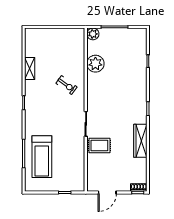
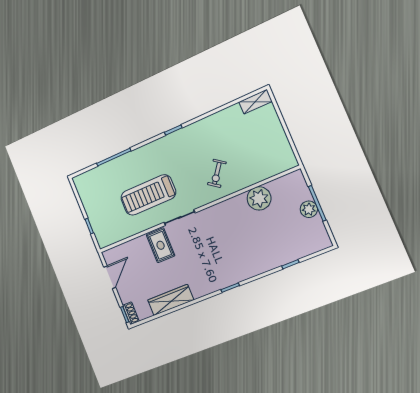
plant: (93, 34) -> (309, 209), moved
shelving: (30, 68) -> (255, 102), moved
wardrobe: (140, 141) -> (171, 300), moved
treadmill: (42, 157) -> (148, 195), moved
door: (107, 193) -> (110, 277), swing flipped

